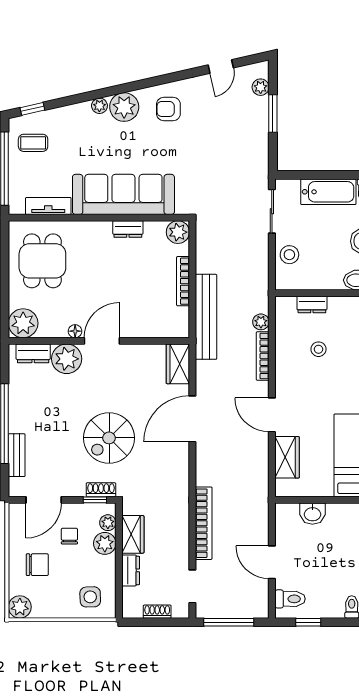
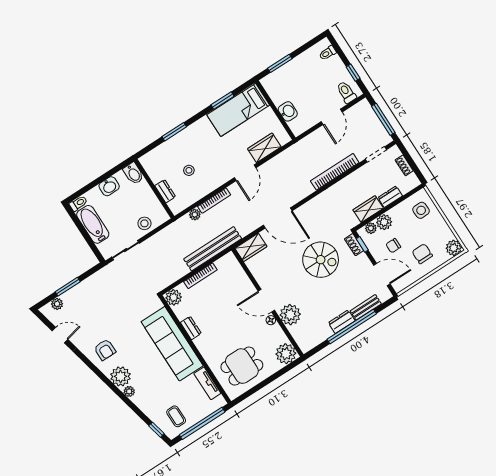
dresser: (33, 353) -> (342, 322), moved, turned -90

